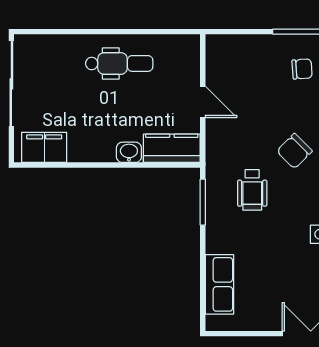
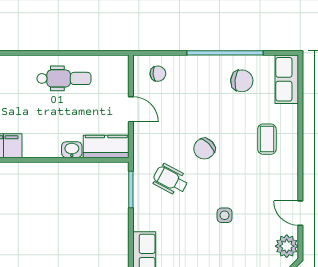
chair: (302, 69) -> (158, 74), moved
wheelchair: (252, 190) -> (171, 180), turned 118

